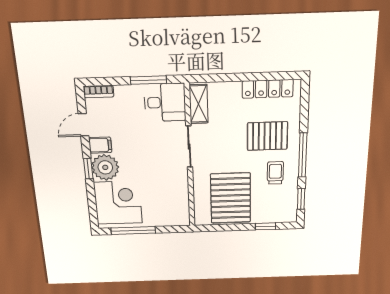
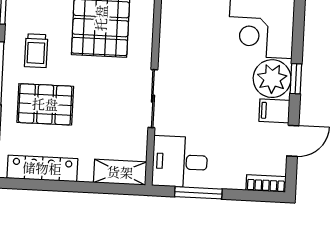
shelving: (199, 104) -> (120, 172), moved, turned 90

